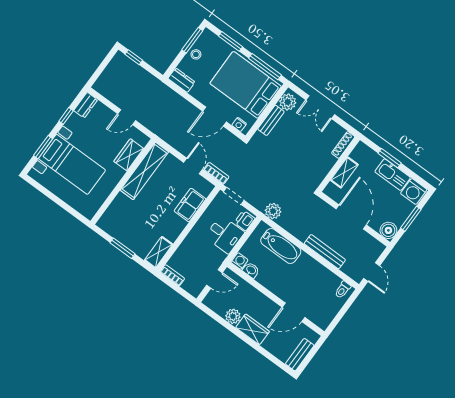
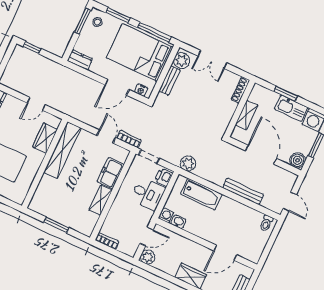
stool: (196, 54) -> (97, 22), moved
shelving: (158, 252) -> (101, 200), moved
plant: (233, 316) -> (148, 257), moved

